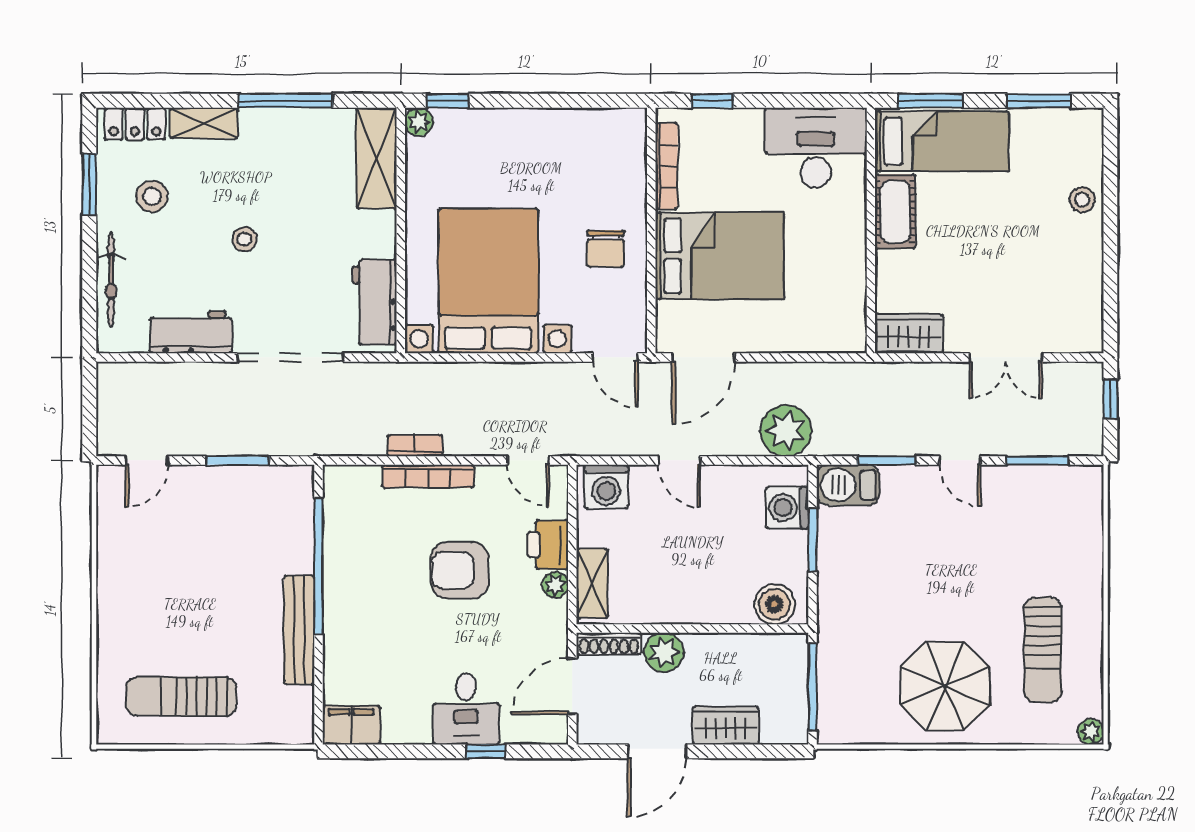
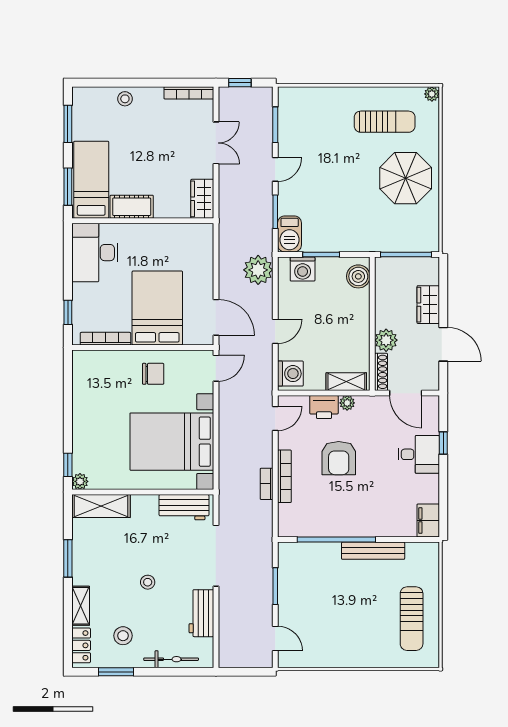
window: (286, 101) -> (68, 558), width x0.69
bookcase: (1093, 311) -> (189, 93), added

